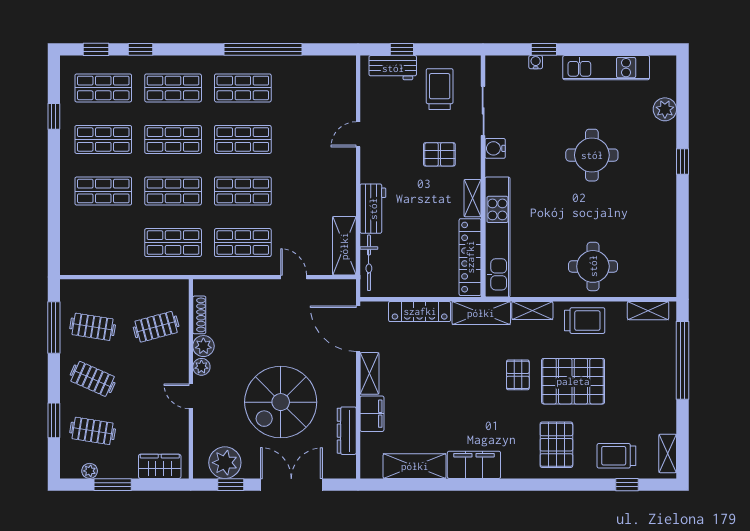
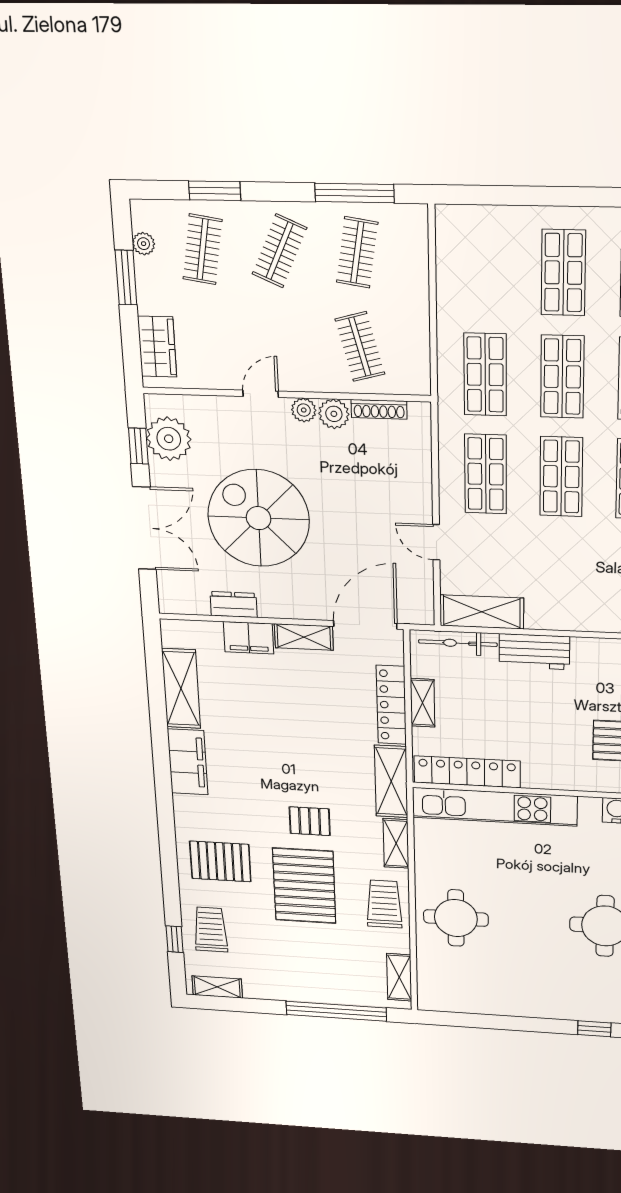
shelving: (473, 198) -> (423, 703), moved, turned 90
door: (294, 277) -> (436, 542), swing flipped
trolley: (585, 321) -> (384, 904), turned 180
dresser: (347, 431) -> (234, 605), width x0.70

